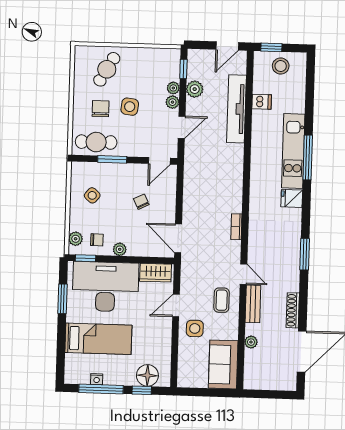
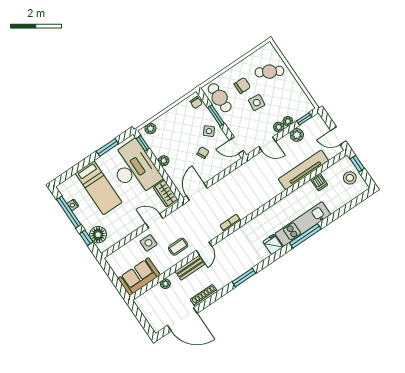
side table: (92, 195) -> (209, 131), moved
chair: (97, 240) -> (196, 103), moved

